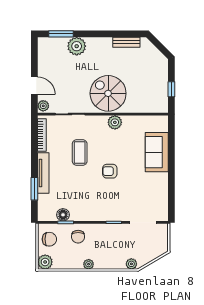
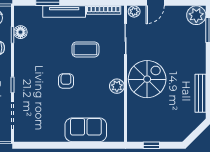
bench: (126, 42) -> (200, 93), width x1.36
plant: (77, 46) -> (196, 15), moved

